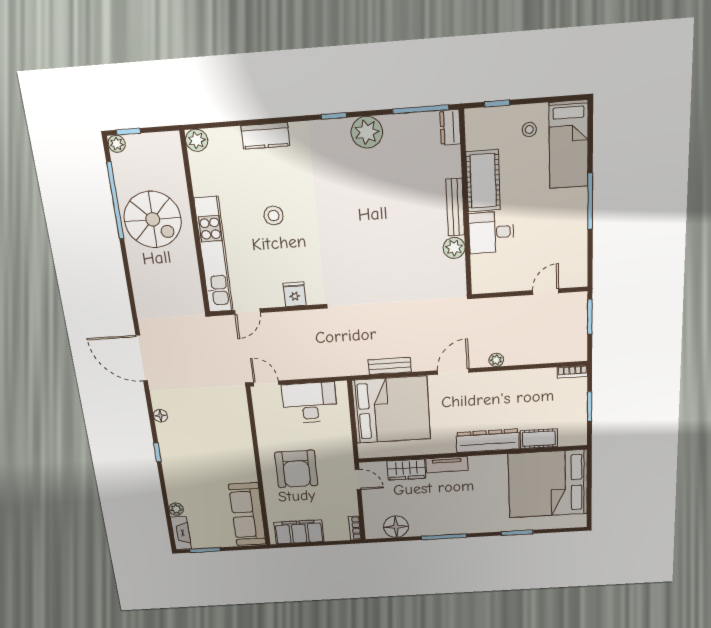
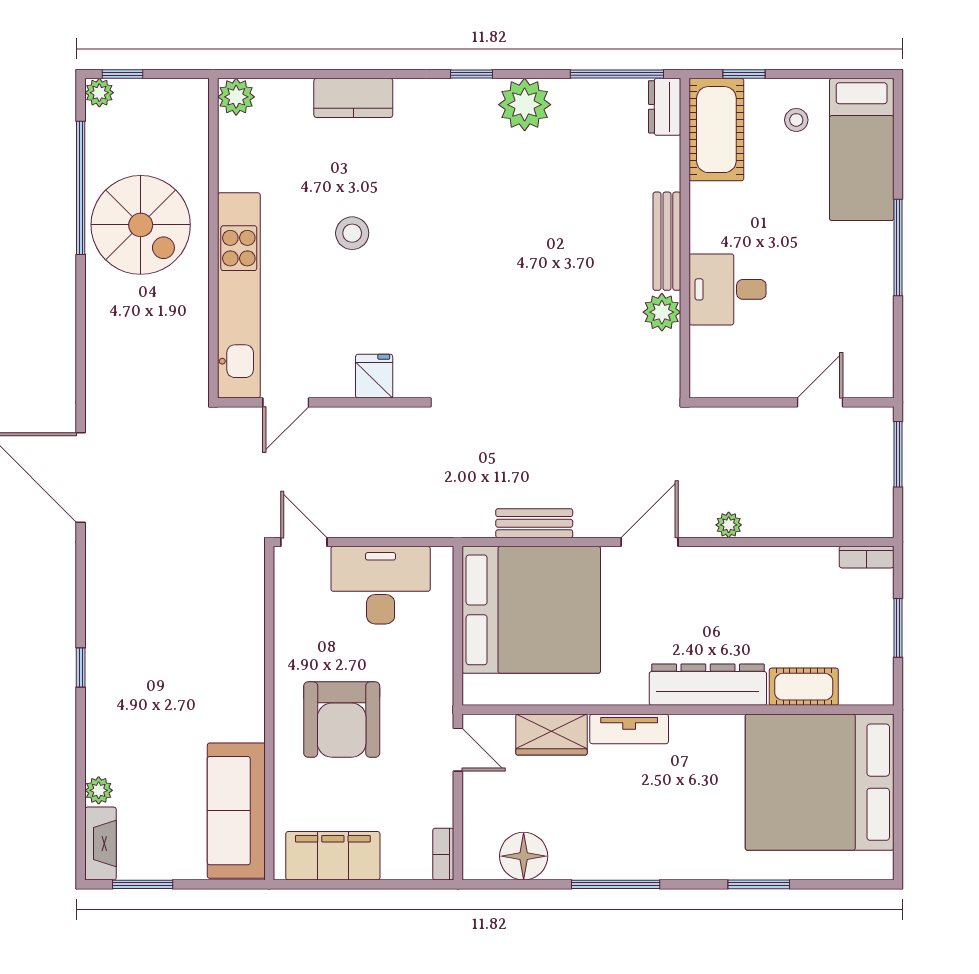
cot: (483, 181) -> (716, 130), moved
floor lamp: (160, 416) -> (98, 593), removed

